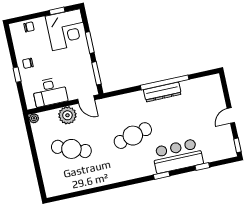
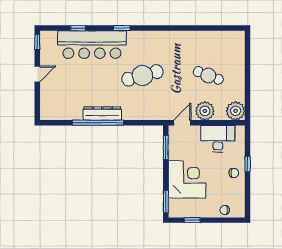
corner desk: (66, 30) -> (187, 179), moved, turned 90
window: (90, 42) -> (166, 202), moved
door: (86, 100) -> (182, 123), hinge flipped
plant: (34, 118) -> (236, 111), width x1.87, depth x1.87
cafe table: (71, 149) -> (208, 75), width x0.73, depth x0.74
bar counter: (178, 156) -> (92, 45), width x1.36

